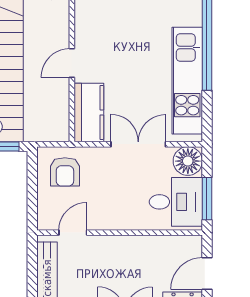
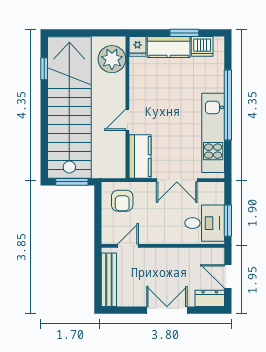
double door: (138, 144) -> (177, 180), swing flipped
floor lamp: (188, 161) -> (214, 193), removed
door: (207, 274) -> (228, 276), hinge flipped

